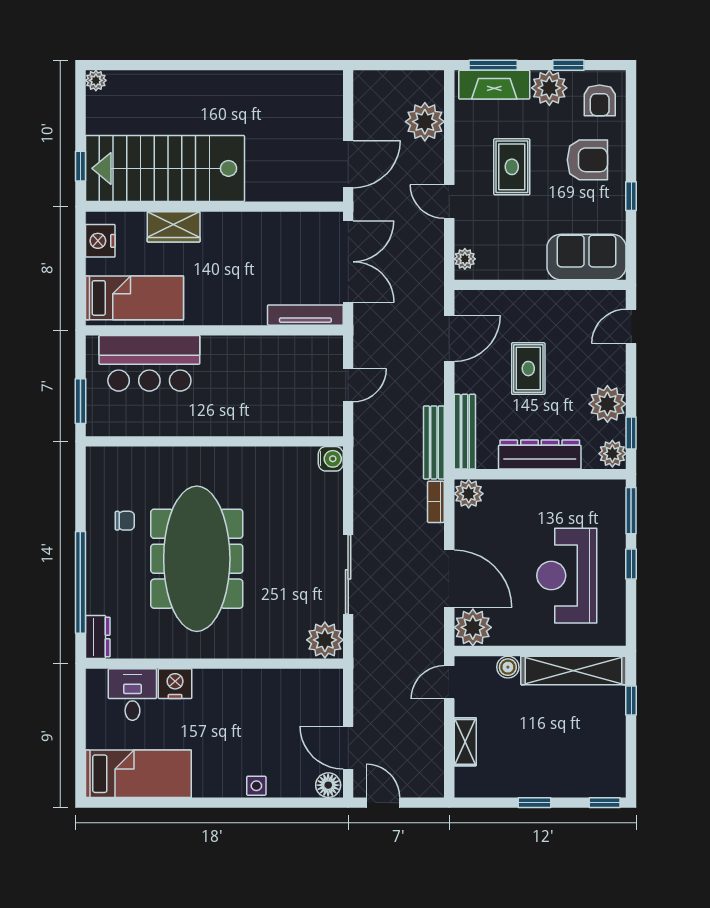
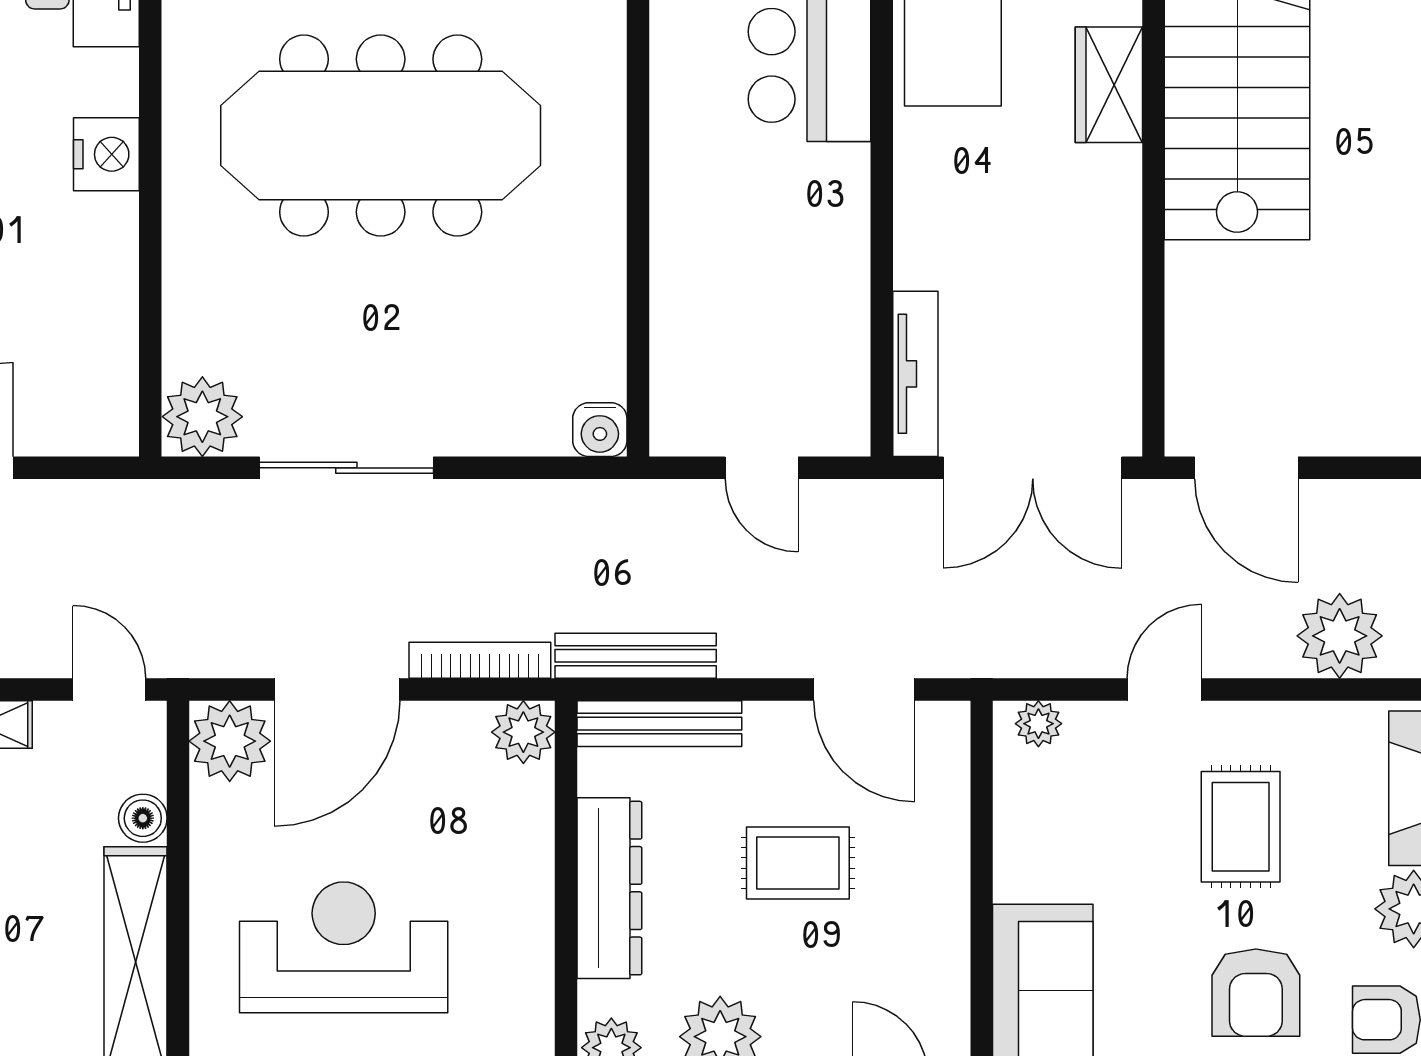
rug: (512, 167) -> (1241, 827), turned 90
bookcase: (436, 502) -> (480, 660), width x1.56
nightstand: (175, 684) -> (106, 154), moved

